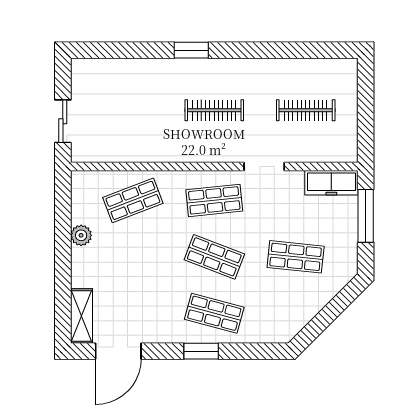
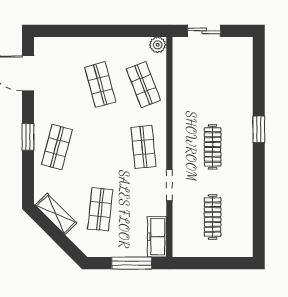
plant: (81, 235) -> (158, 45), moved
shop shelf: (214, 257) -> (100, 85), moved, turned -36
shelving: (82, 316) -> (56, 214), moved, turned 45

